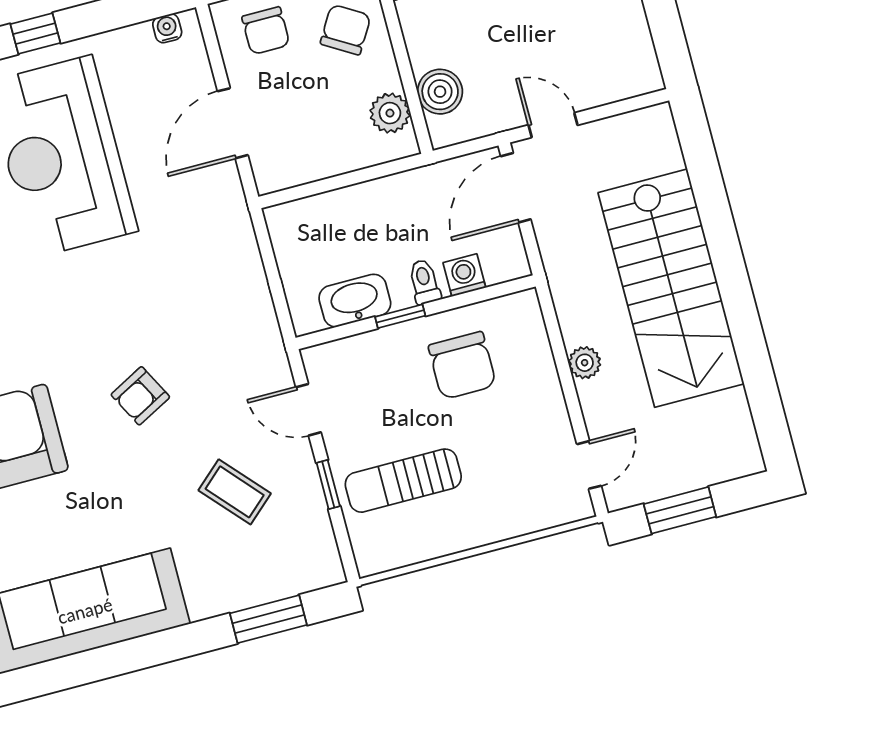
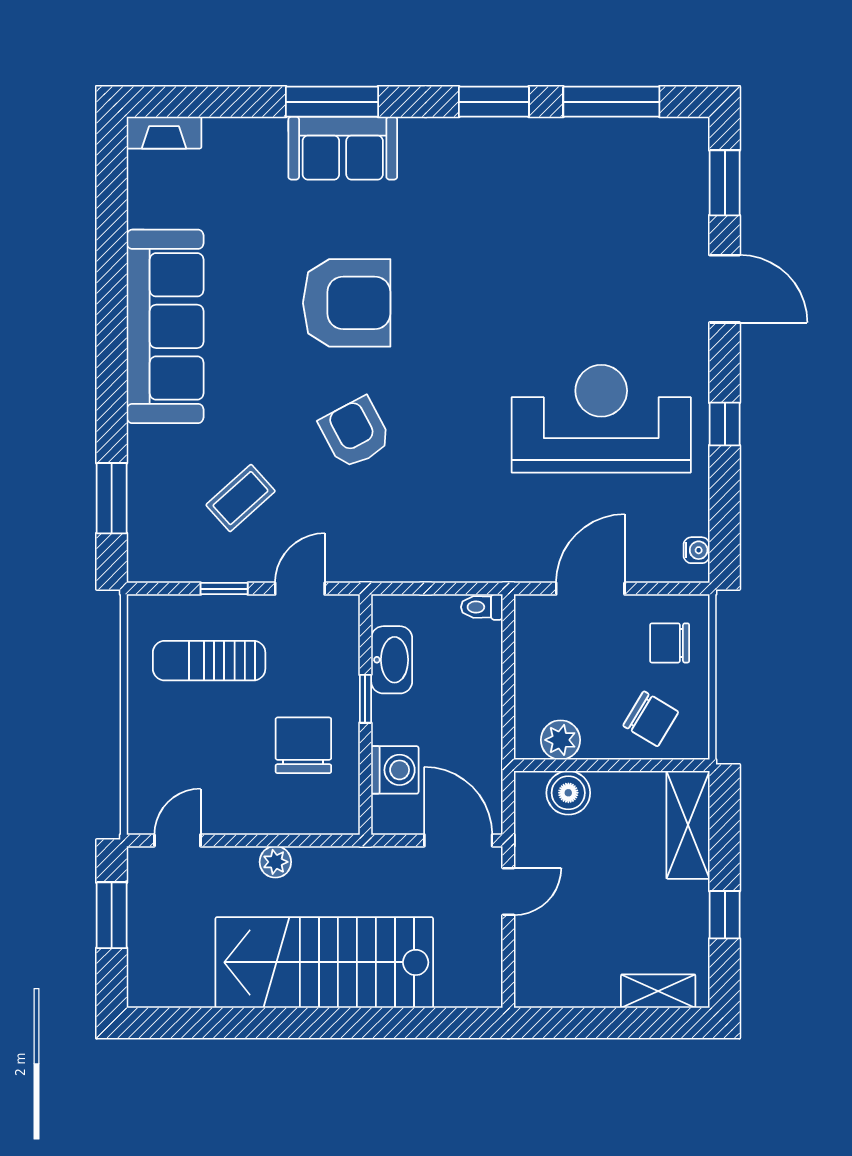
door: (233, 123) -> (590, 589), hinge flipped
washing machine: (464, 275) -> (395, 770), width x1.38, depth x1.38
toilet: (424, 282) -> (482, 607), moved, turned 180
chair: (462, 365) -> (303, 745), turned 90
armchair: (140, 396) -> (355, 433), width x1.38, depth x1.38
door: (589, 465) -> (177, 840), swing flipped
sun lounger: (403, 481) -> (209, 661), turned -90

